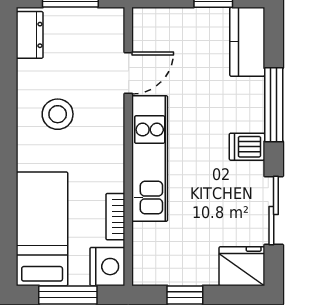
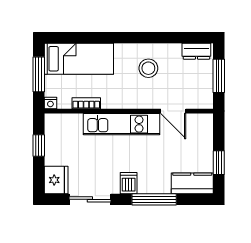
nightstand: (107, 267) -> (50, 103), width x0.53, depth x0.56

